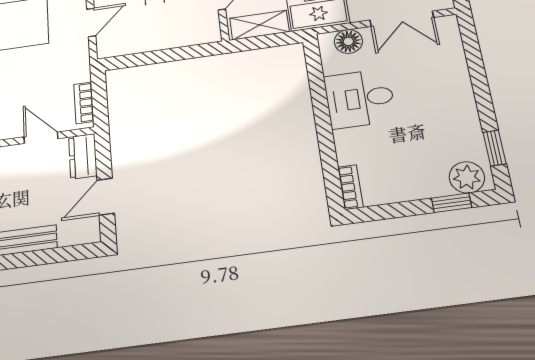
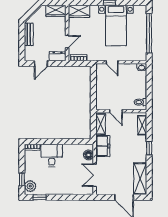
desk: (360, 99) -> (52, 155), moved
door: (106, 197) -> (41, 64), swing flipped

